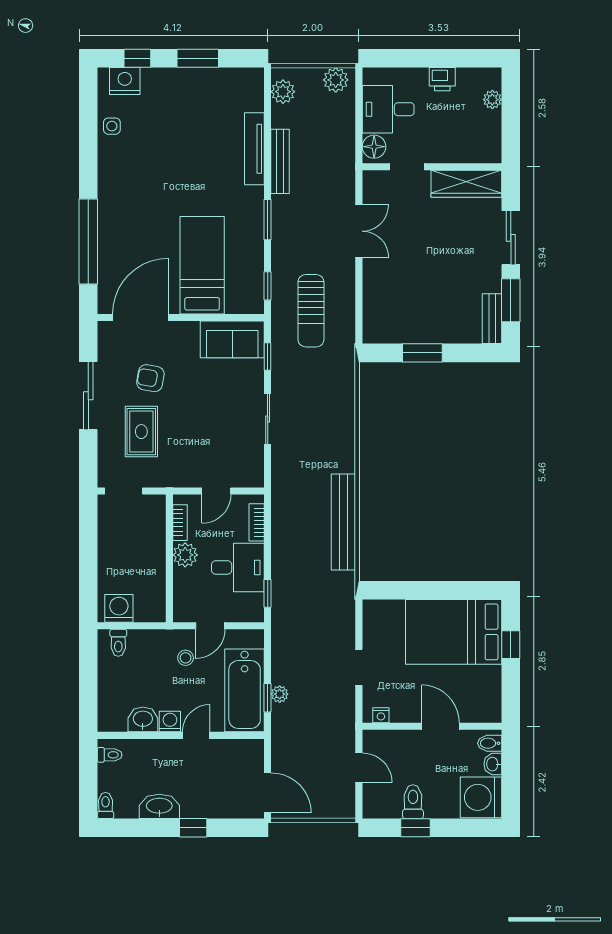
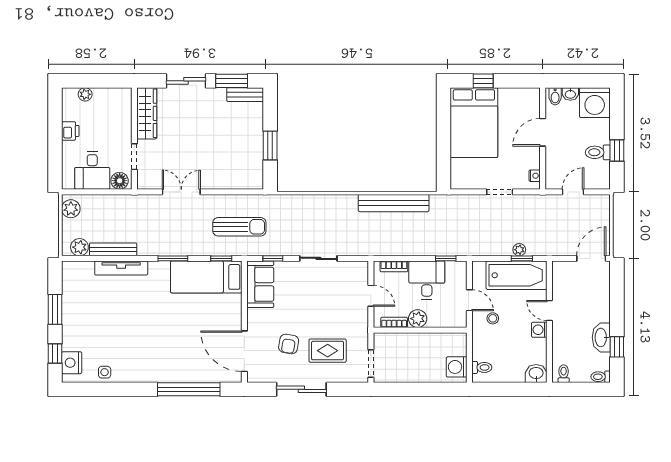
bench: (280, 161) -> (113, 249), moved
bed: (202, 265) -> (206, 277), moved
washbasin: (143, 719) -> (536, 374), moved, turned 90
window: (193, 828) -> (617, 347), moved

